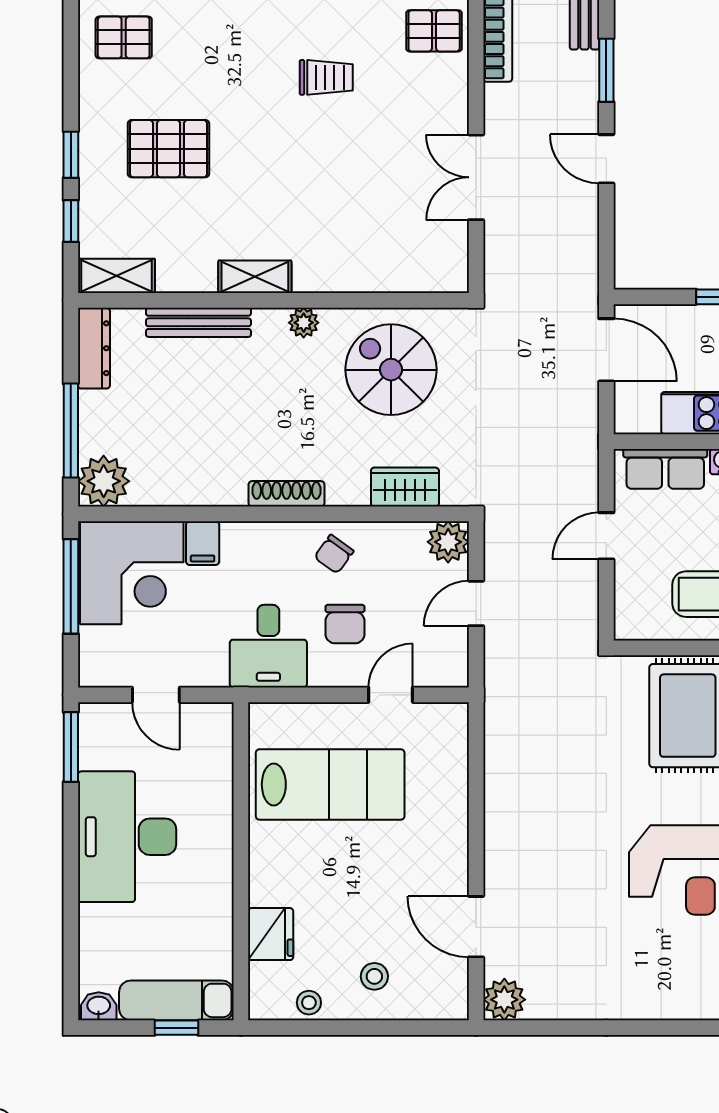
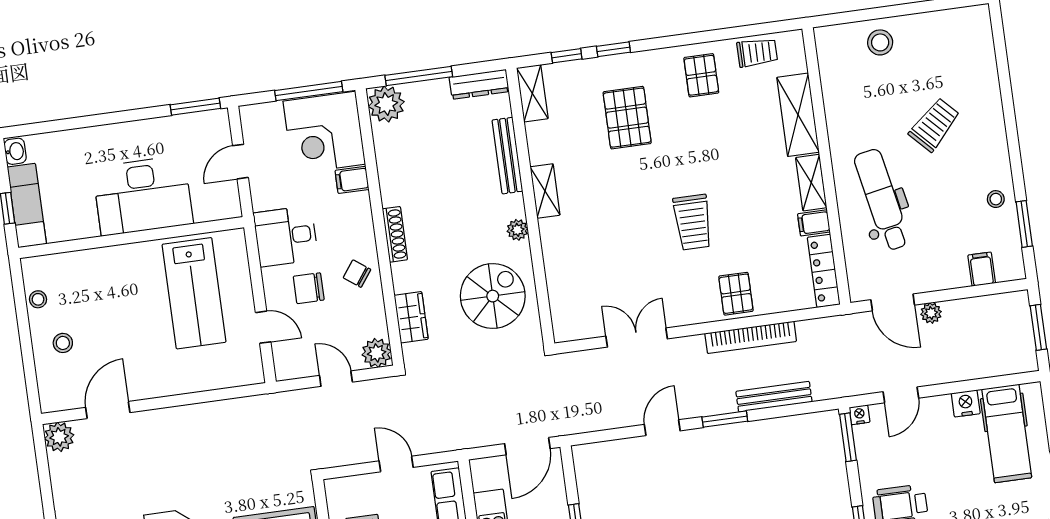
trolley: (326, 77) -> (693, 222), width x1.36, depth x1.39
desk: (127, 837) -> (143, 196), moved, turned 180
fridge: (271, 934) -> (83, 266), removed

